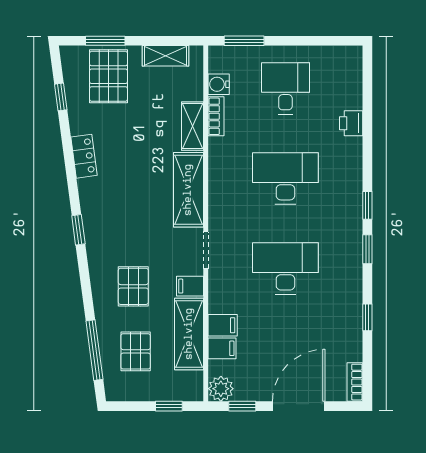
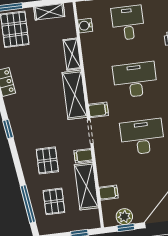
bookcase: (216, 116) -> (86, 46), removed
filing cabinet: (223, 325) -> (98, 110), moved
plant: (221, 389) -> (124, 217), moved

